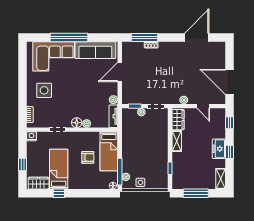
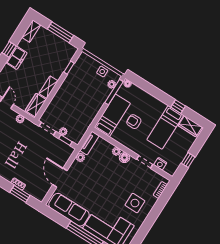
window: (144, 37) -> (20, 194), width x0.69
door: (120, 72) -> (60, 178), swing flipped
nightstand: (32, 136) -> (160, 164), moved
window: (22, 164) -> (188, 160), moved

